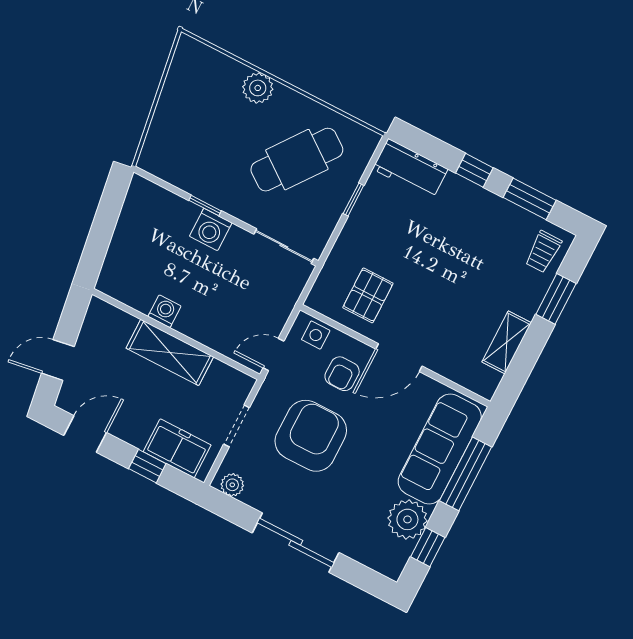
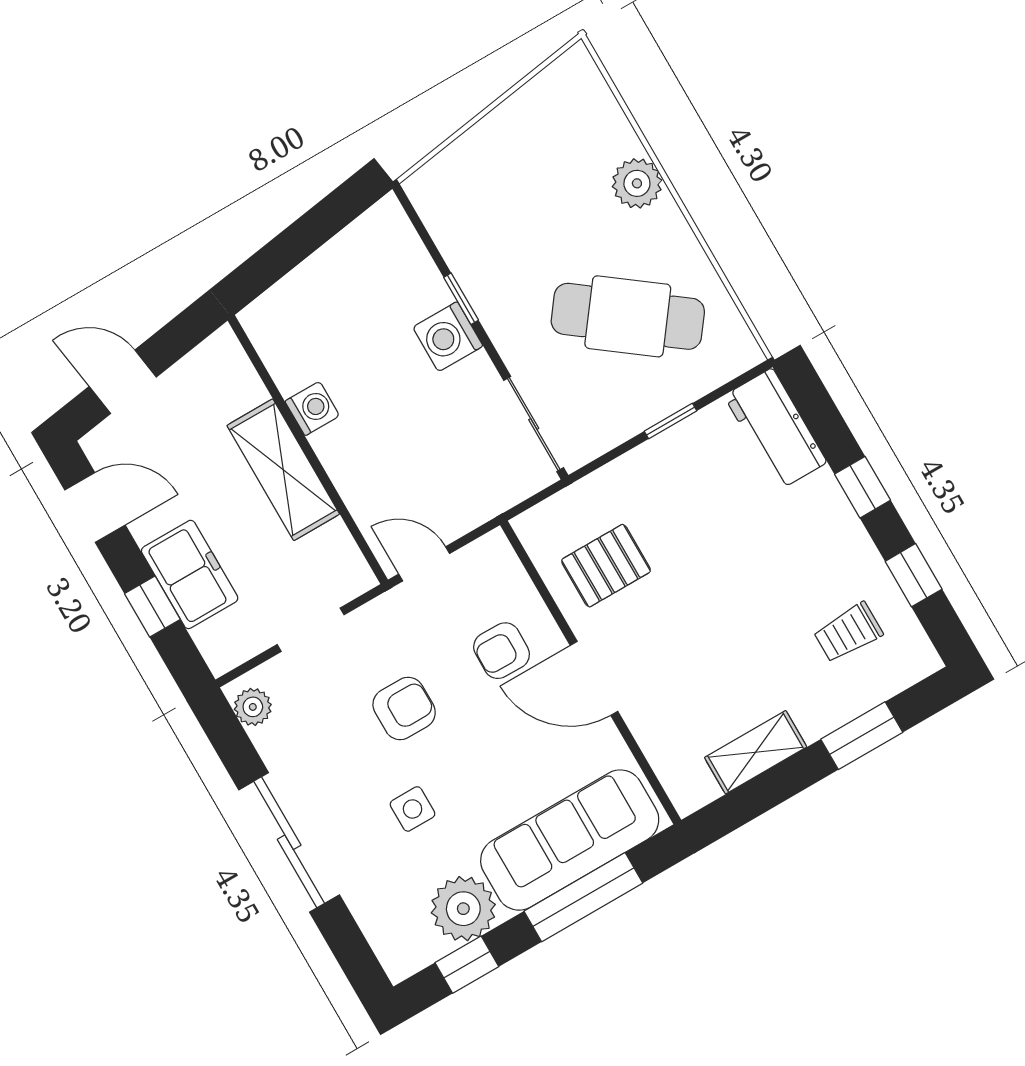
window: (530, 199) -> (914, 575), width x0.67
trolley: (543, 252) -> (848, 633), moved
side table: (316, 335) -> (413, 809), moved
armchair: (311, 436) -> (404, 708), width x0.53, depth x0.53
freezer: (177, 448) -> (190, 574), moved

